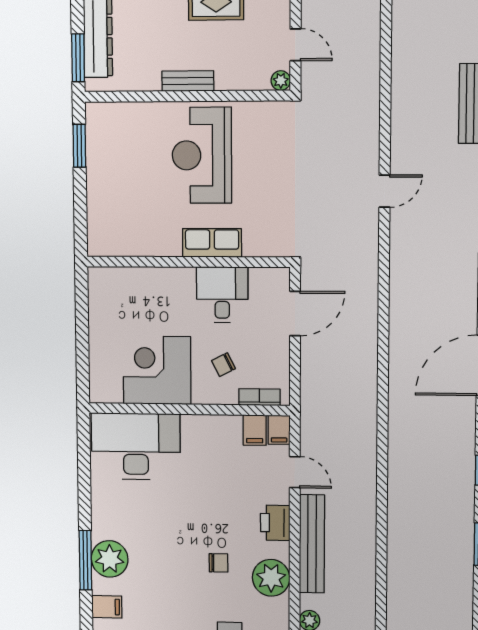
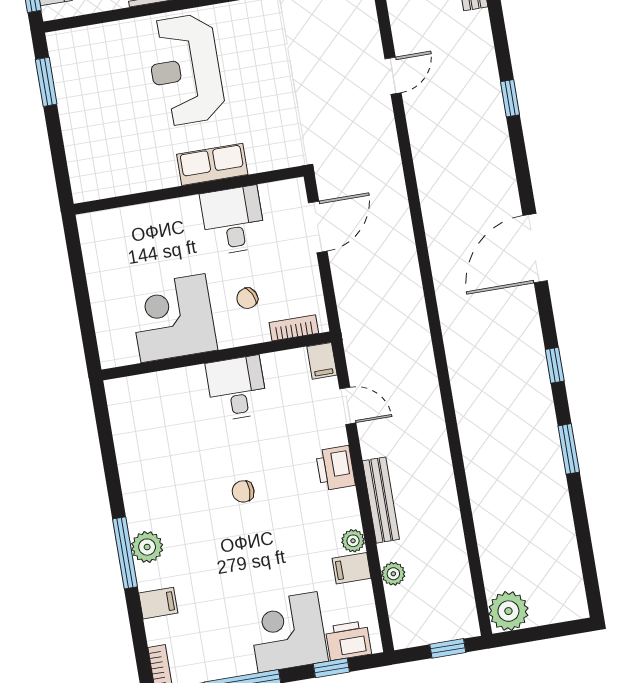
filing cabinet: (255, 430) -> (352, 568), moved, turned 90
desk: (136, 446) -> (237, 388), moved, width x0.53, depth x0.77
bench: (312, 544) -> (381, 500), width x0.73, depth x0.82
plant: (110, 559) -> (147, 547), width x0.73, depth x0.73
chair: (218, 563) -> (243, 491), moved, turned 180
plant: (271, 578) -> (353, 541), width x0.53, depth x0.53

